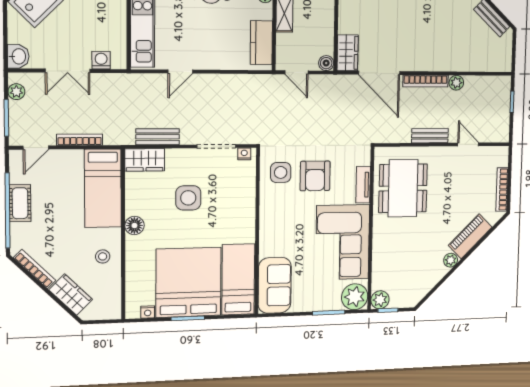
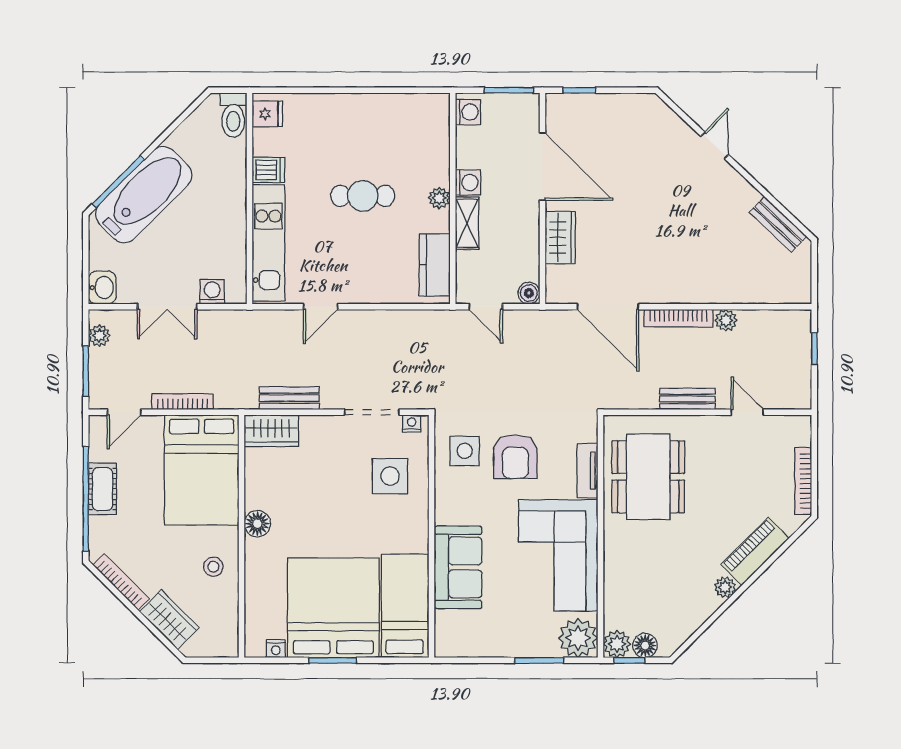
wardrobe: (348, 53) -> (560, 238), moved
bed: (103, 188) -> (202, 470), width x1.50
side table: (188, 198) -> (390, 476), moved
sofa: (275, 285) -> (458, 567), moved
floor lamp: (398, 300) -> (645, 645), added

